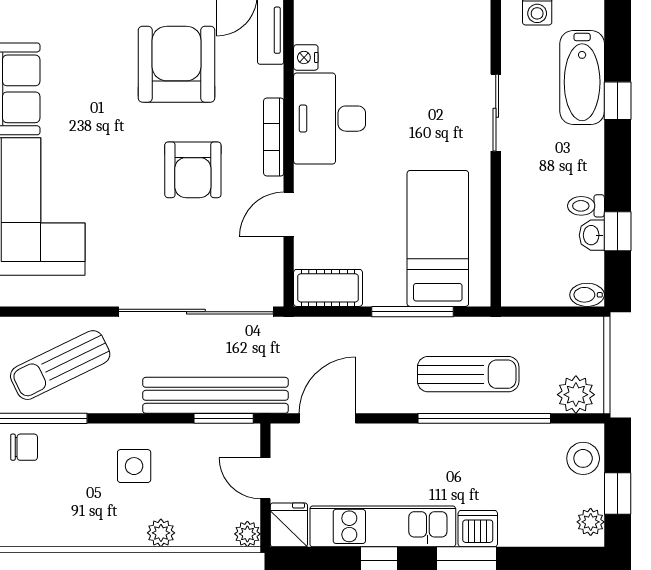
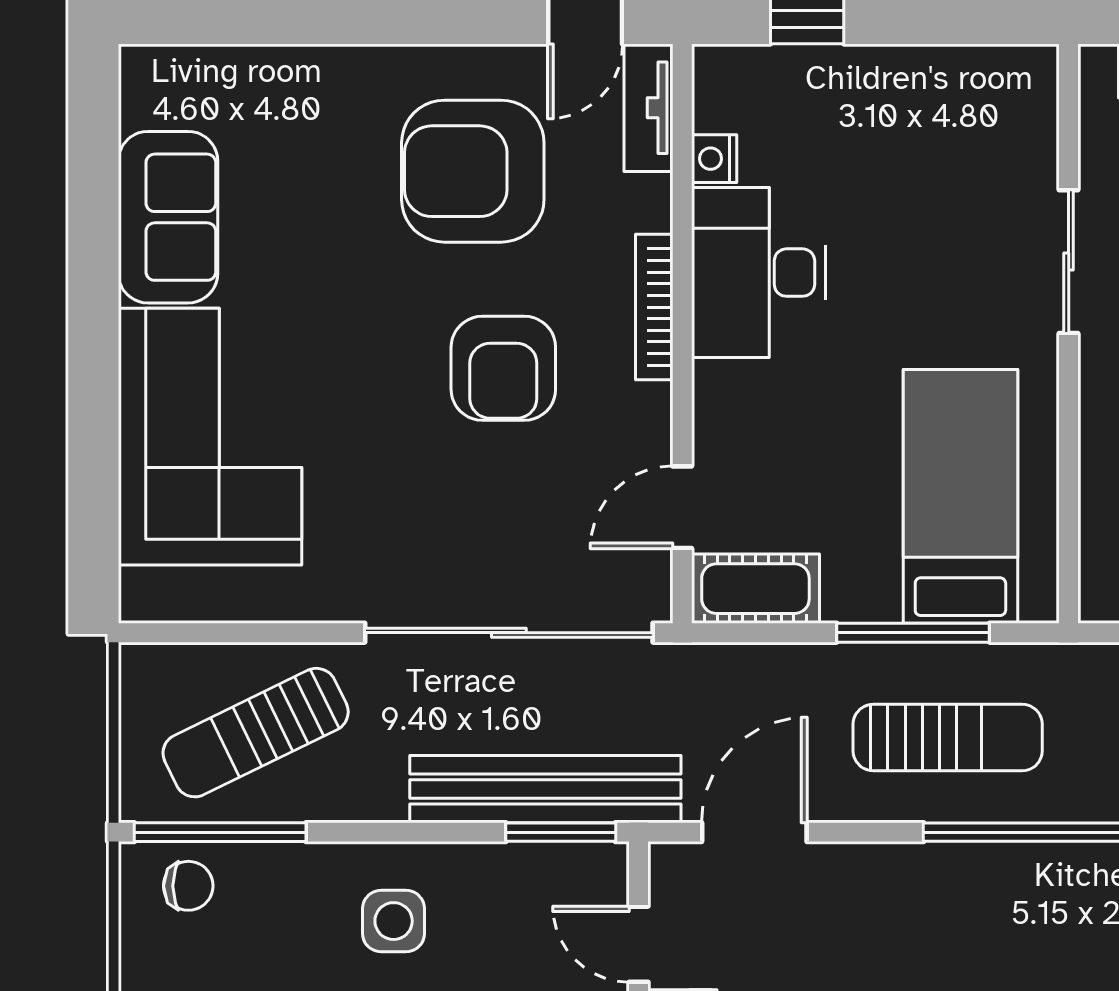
armchair: (177, 64) -> (473, 171), turned -90
door: (289, 214) -> (682, 507), moved
sun lounger: (468, 374) -> (948, 738), moved

